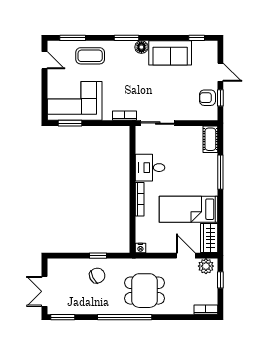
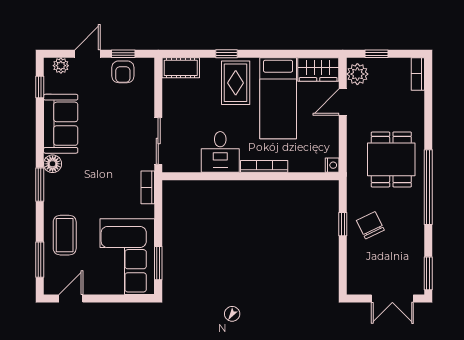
plant: (212, 53) -> (61, 66), added
window: (220, 172) -> (226, 54), width x0.46
rug: (200, 179) -> (236, 83), added

